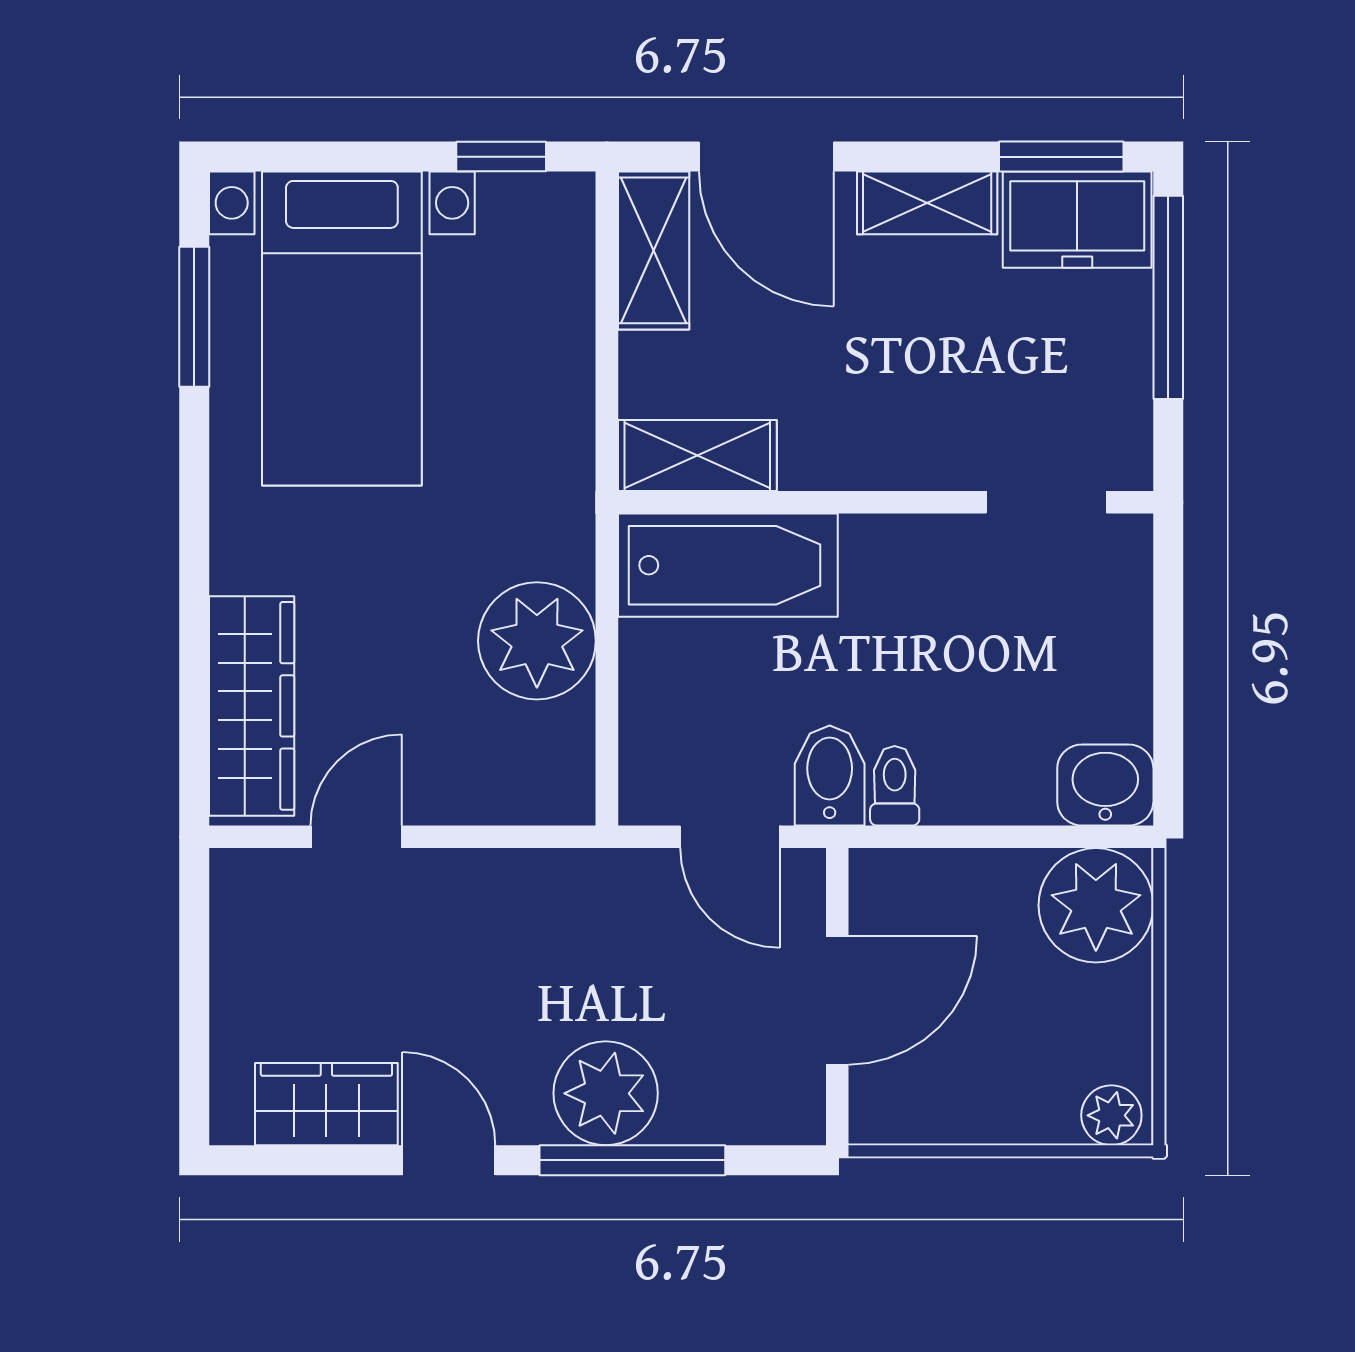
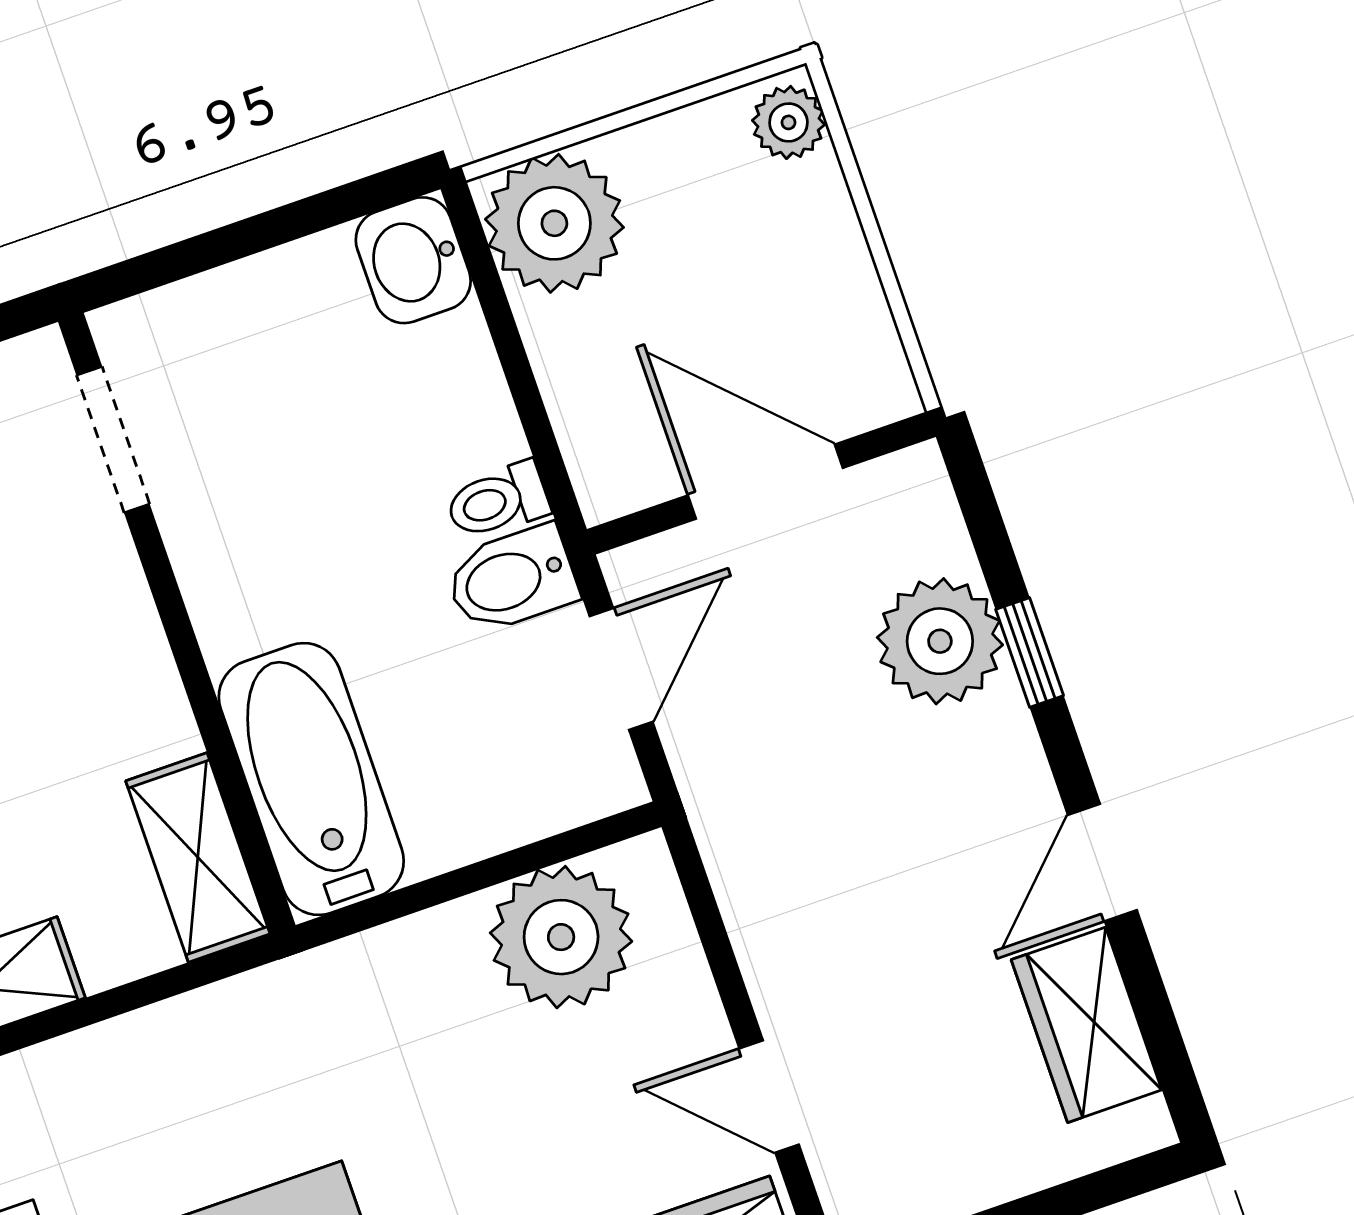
plant: (537, 641) -> (561, 937), moved
plant: (606, 1093) -> (940, 641), moved
window: (632, 1160) -> (1030, 653), width x0.46

